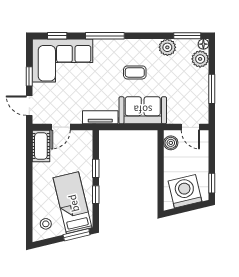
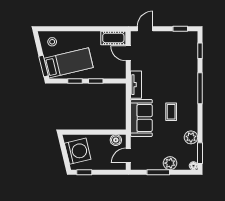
plant: (200, 59) -> (170, 163), moved
corner sofa: (63, 60) -> (181, 55), removed
window: (29, 76) -> (180, 29), moved

